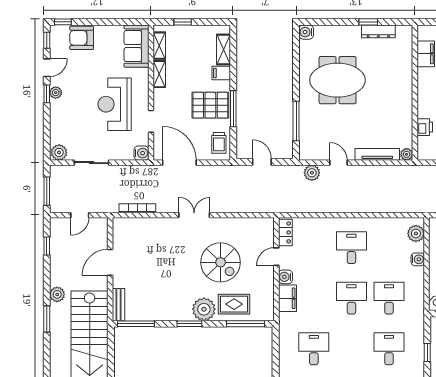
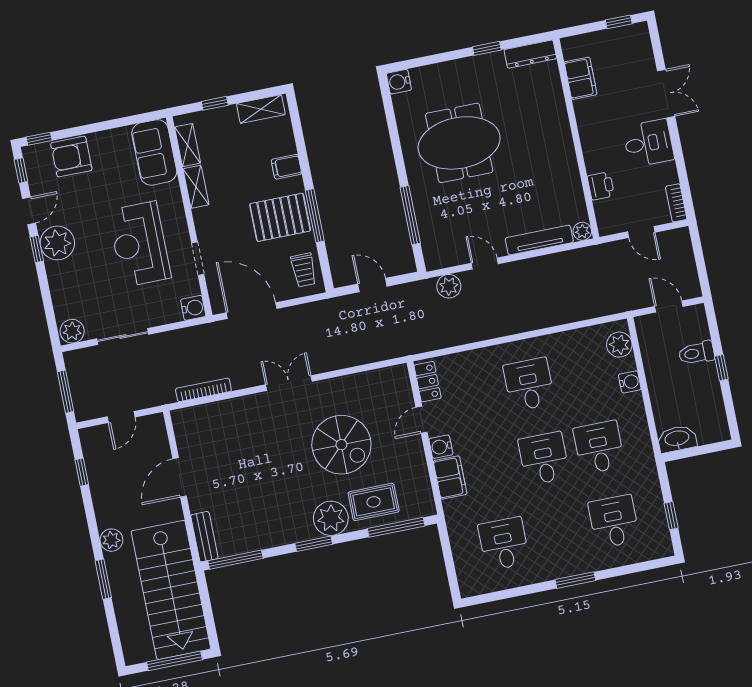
dresser: (378, 31) -> (530, 54), moved
shelving: (224, 50) -> (261, 109), moved, turned 90
plant: (56, 93) -> (57, 243), width x1.87, depth x1.87

